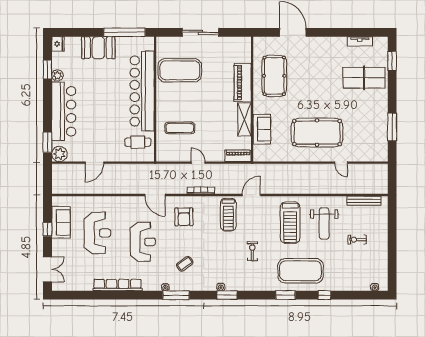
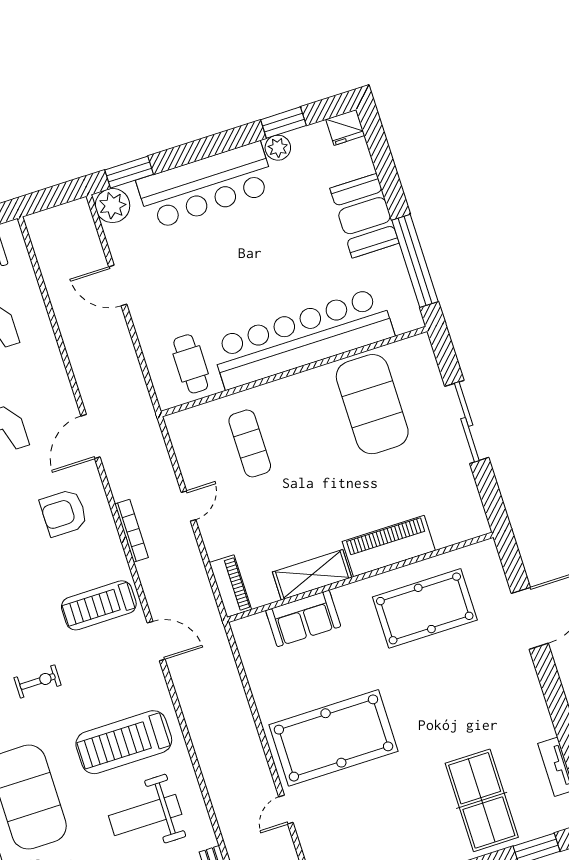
pool table: (317, 133) -> (333, 738), turned 90

